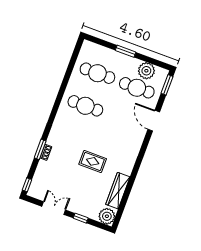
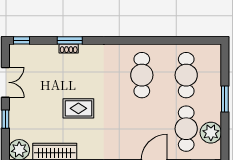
rug: (93, 161) -> (78, 108), turned 90

